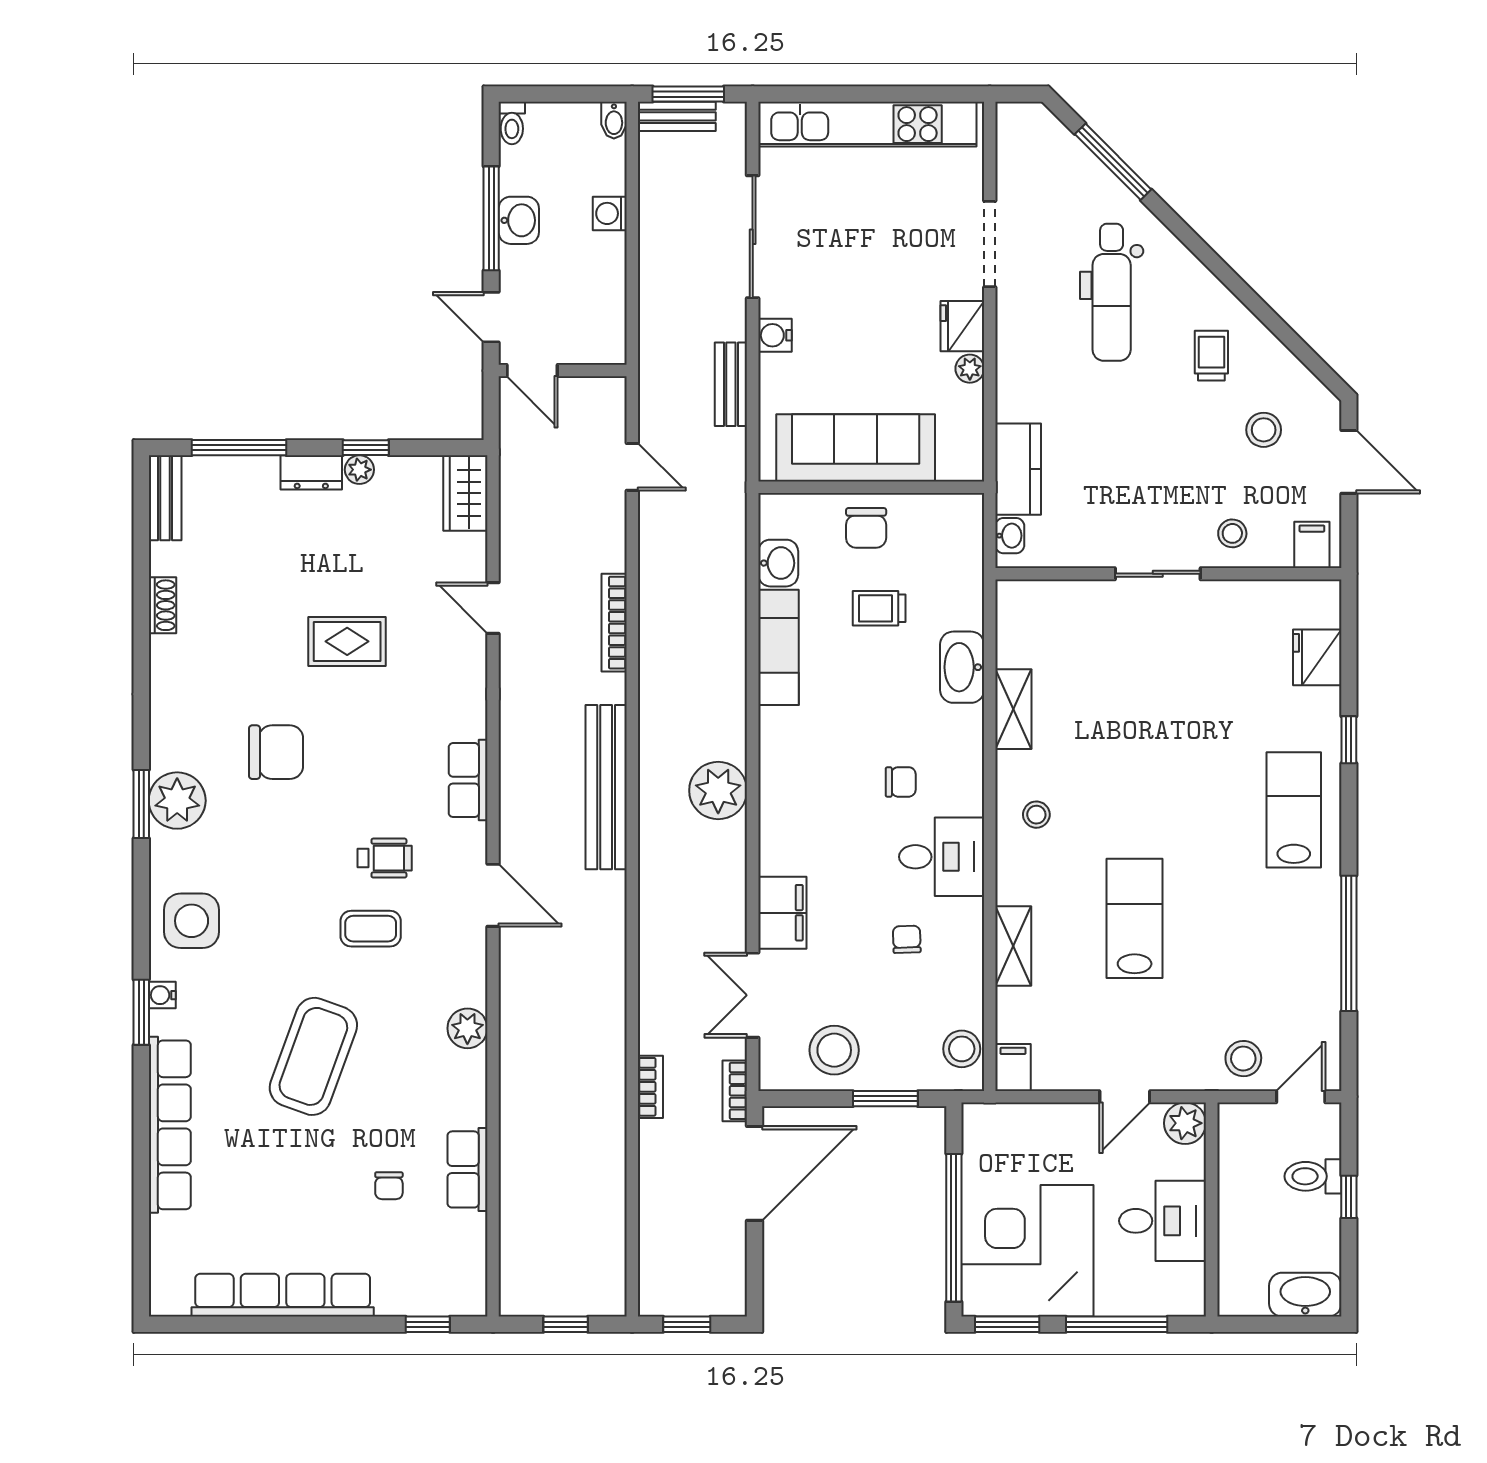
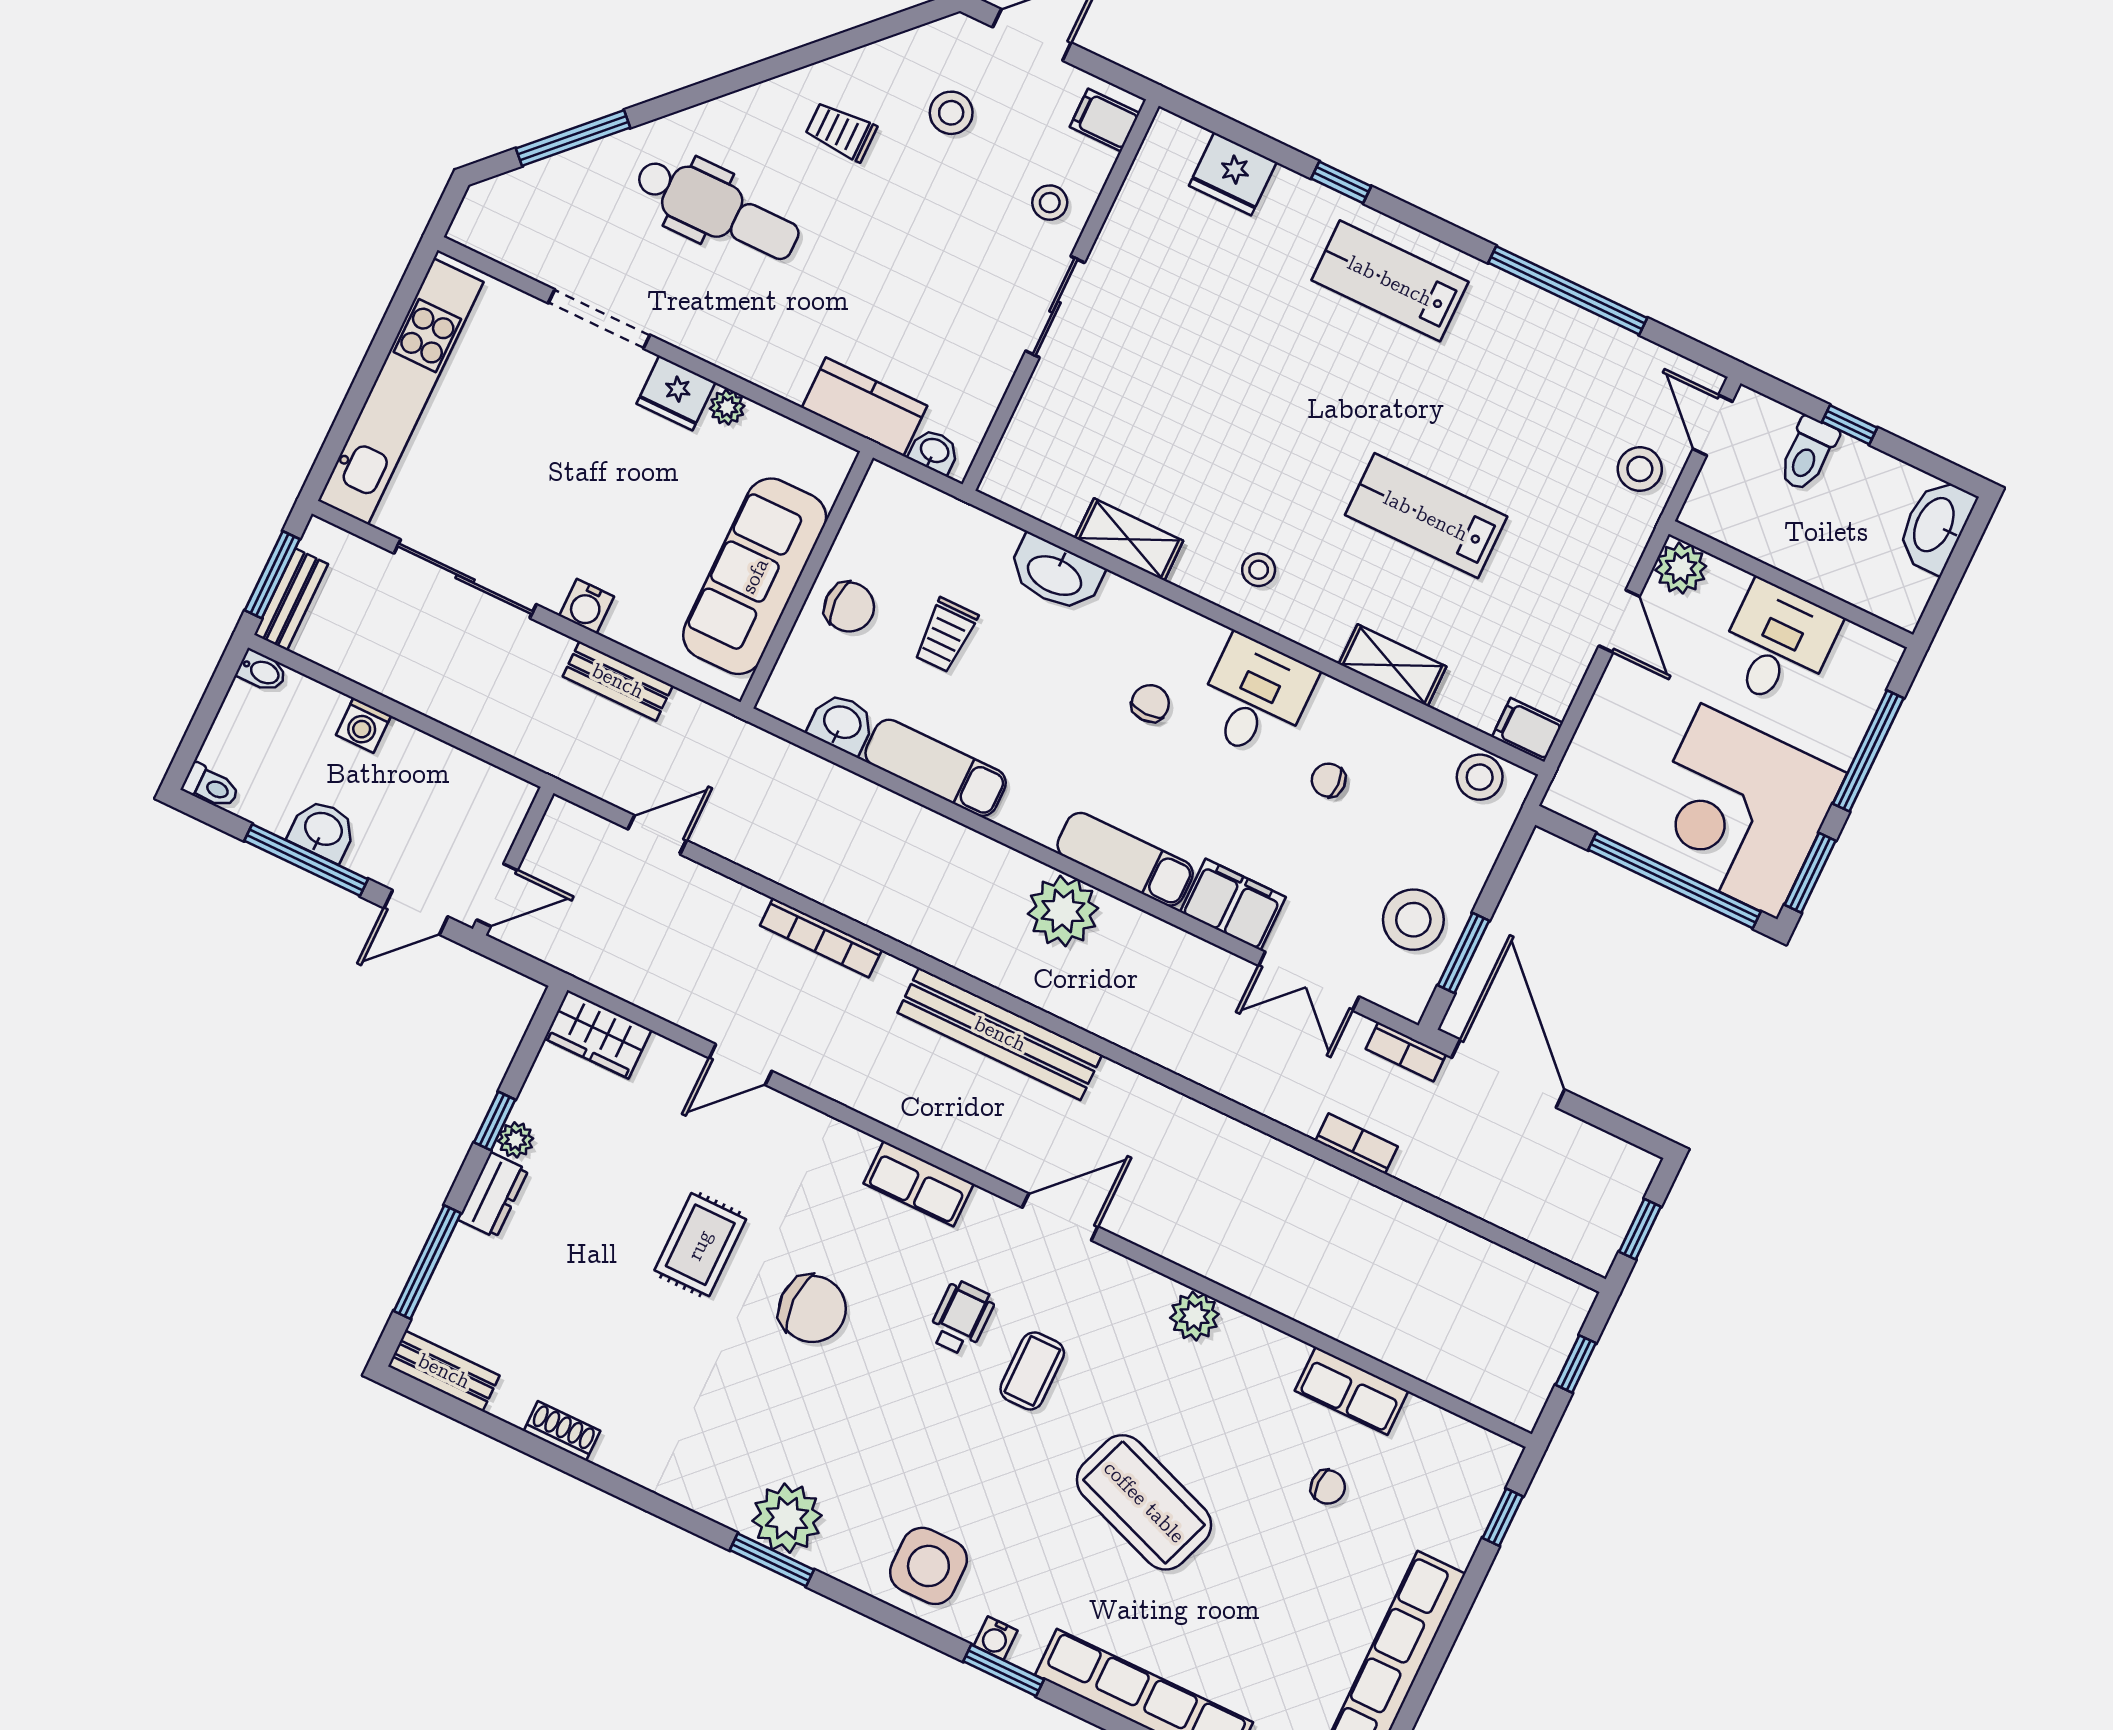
chair: (276, 752) -> (812, 1309), moved, turned 90
exam couch: (778, 818) -> (1125, 859), added
window: (885, 1099) -> (1464, 953), moved

